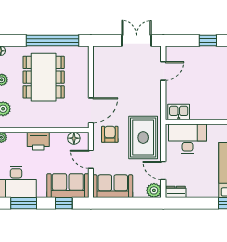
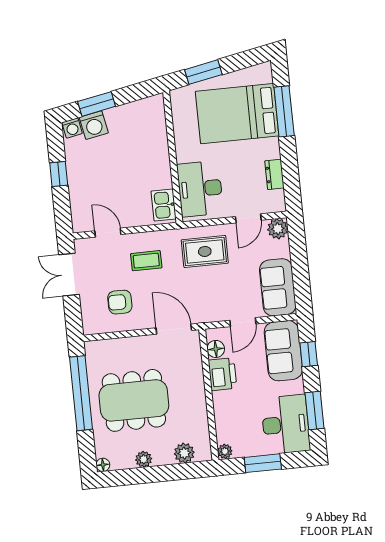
coffee table: (141, 96) -> (146, 261), added
armchair: (110, 134) -> (120, 302), moved
rug: (143, 138) -> (205, 251), width x0.73, depth x0.70
printer: (38, 141) -> (222, 374), moved
dresser: (176, 192) -> (274, 174), moved

